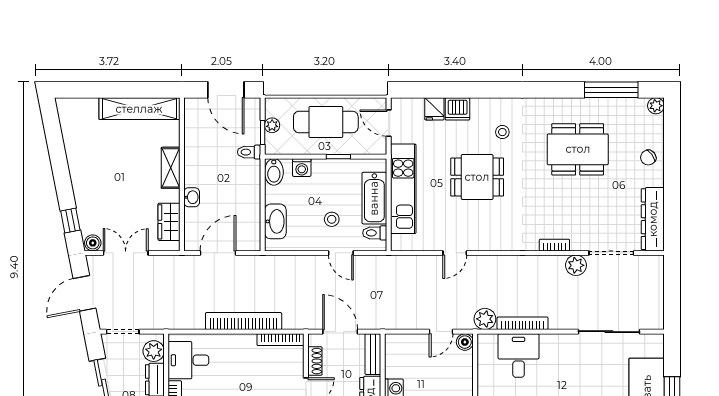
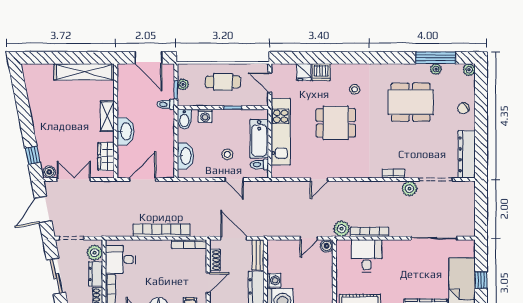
plant: (612, 105) -> (436, 69), added
cafe table: (326, 122) -> (223, 82), width x0.73, depth x0.74
washbasin: (192, 197) -> (126, 131), width x1.91, depth x1.45

